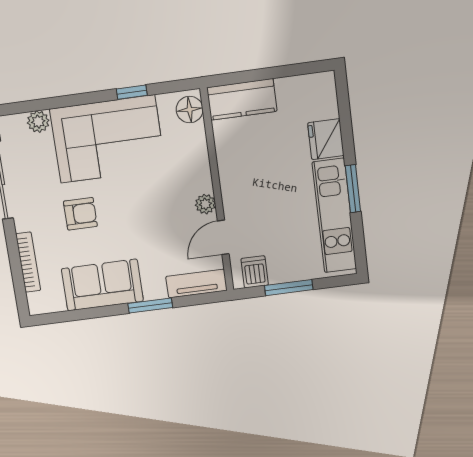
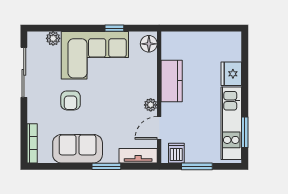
kitchen counter: (242, 99) -> (172, 81), moved, turned -90
window: (353, 189) -> (245, 132), moved
armchair: (80, 214) -> (71, 100), turned 90
bookcase: (28, 262) -> (32, 143), moved

